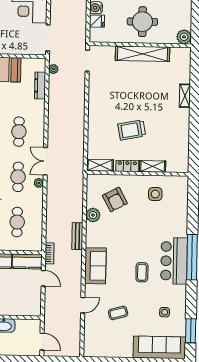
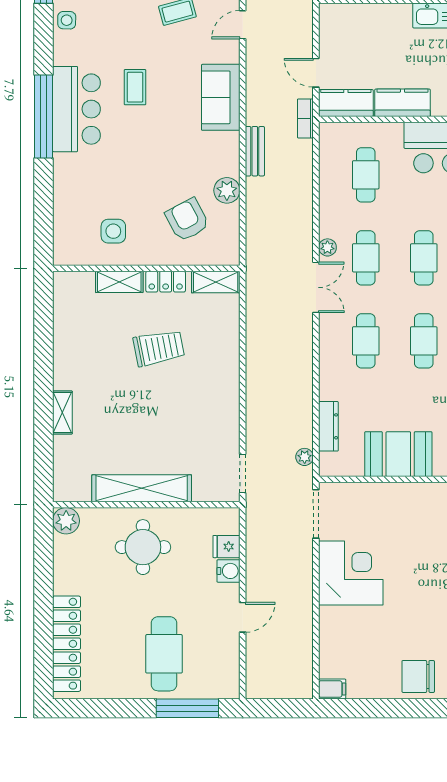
side table: (165, 312) -> (67, 20), moved

